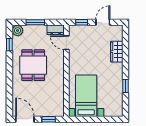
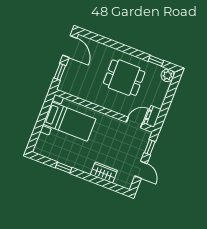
window: (35, 22) -> (169, 98), removed
door: (25, 119) -> (70, 47), hinge flipped

